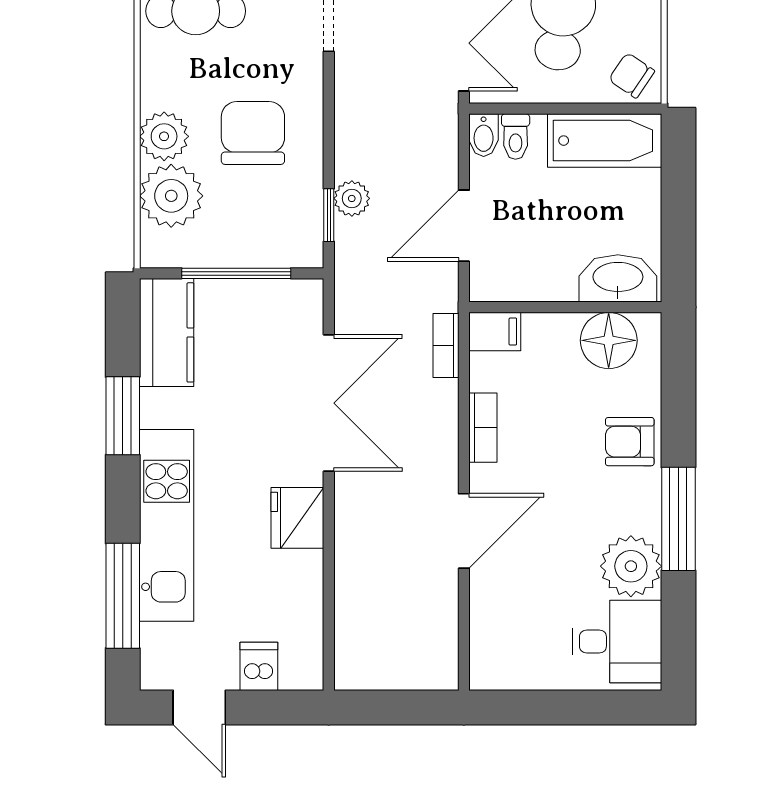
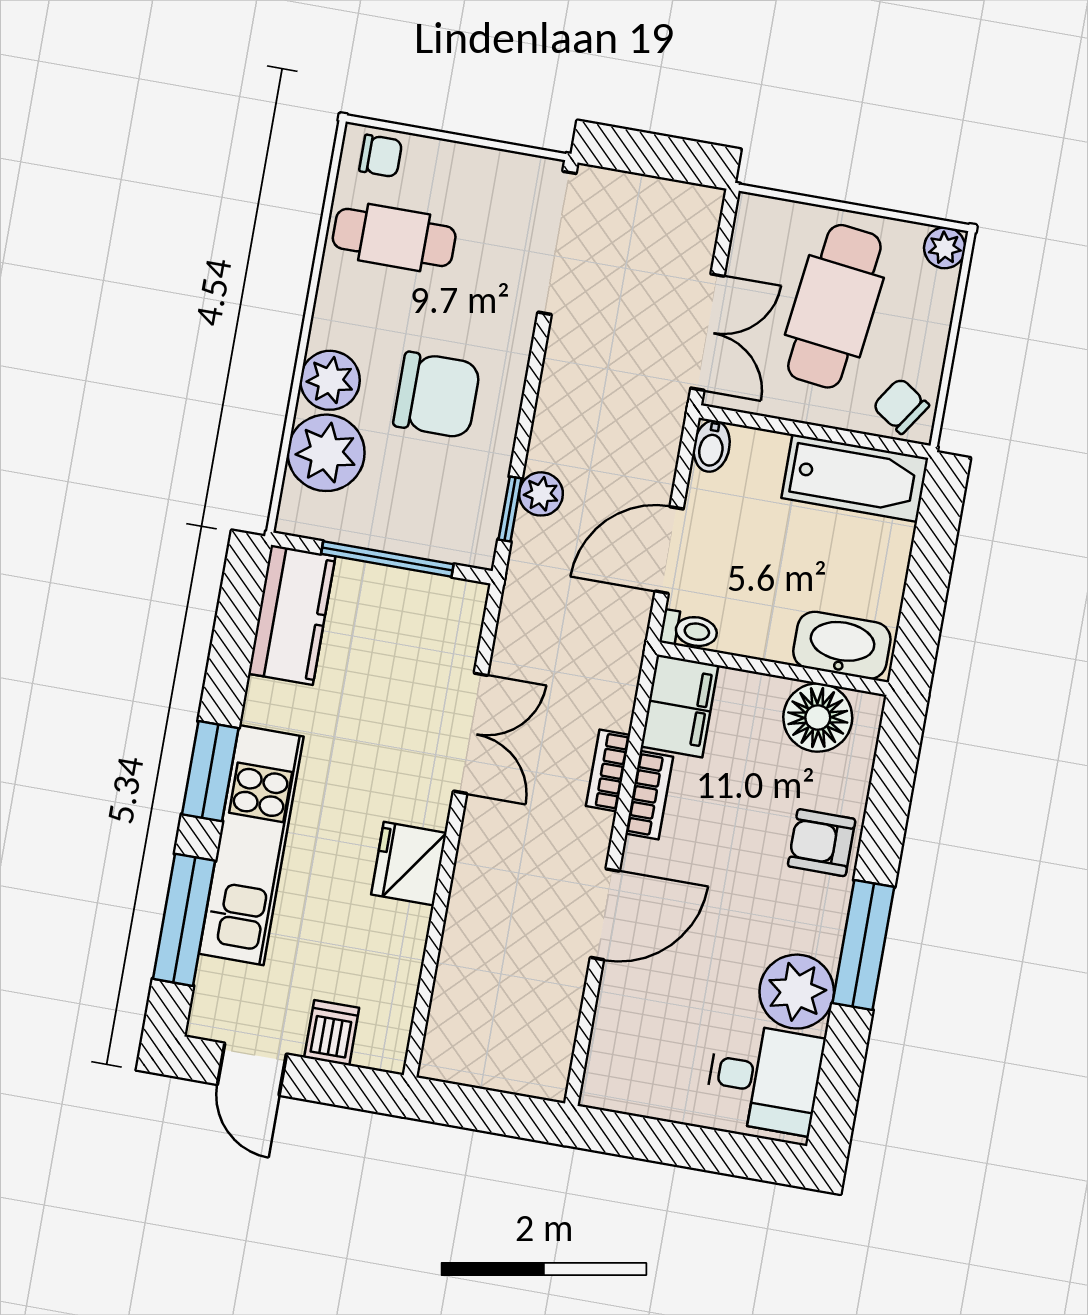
chair: (253, 133) -> (437, 395), turned 90
toilet: (516, 137) -> (689, 630), moved, turned -90
filing cabinet: (495, 332) -> (680, 706), width x2.00
bookcase: (446, 346) -> (608, 771), moved
double door: (329, 403) -> (471, 733), width x0.73
window: (123, 416) -> (210, 771), moved

